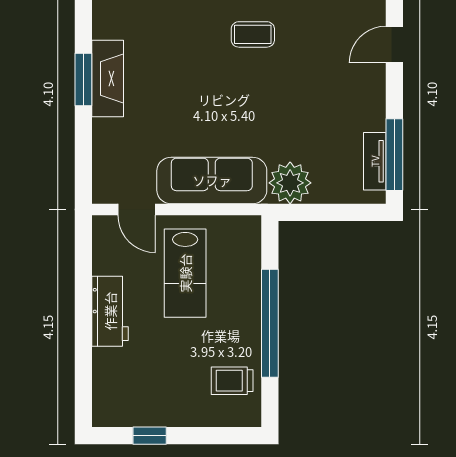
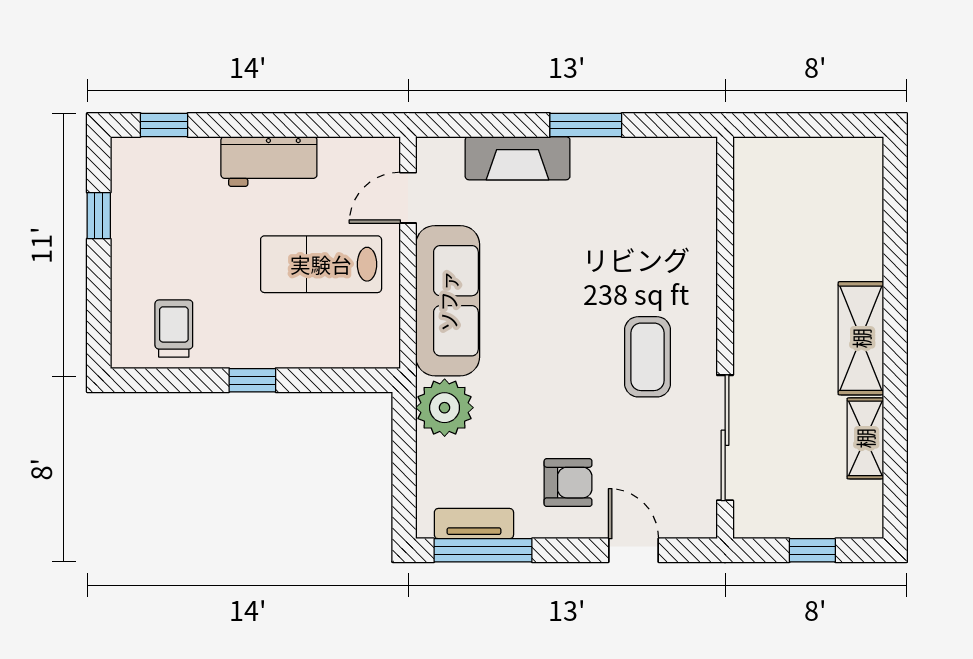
coffee table: (253, 34) -> (647, 357), width x1.36, depth x1.30
fireplace: (108, 79) -> (518, 158), moved
armchair: (345, 93) -> (568, 483), added
window: (270, 323) -> (252, 380), width x0.32
window: (83, 388) -> (164, 125), added

